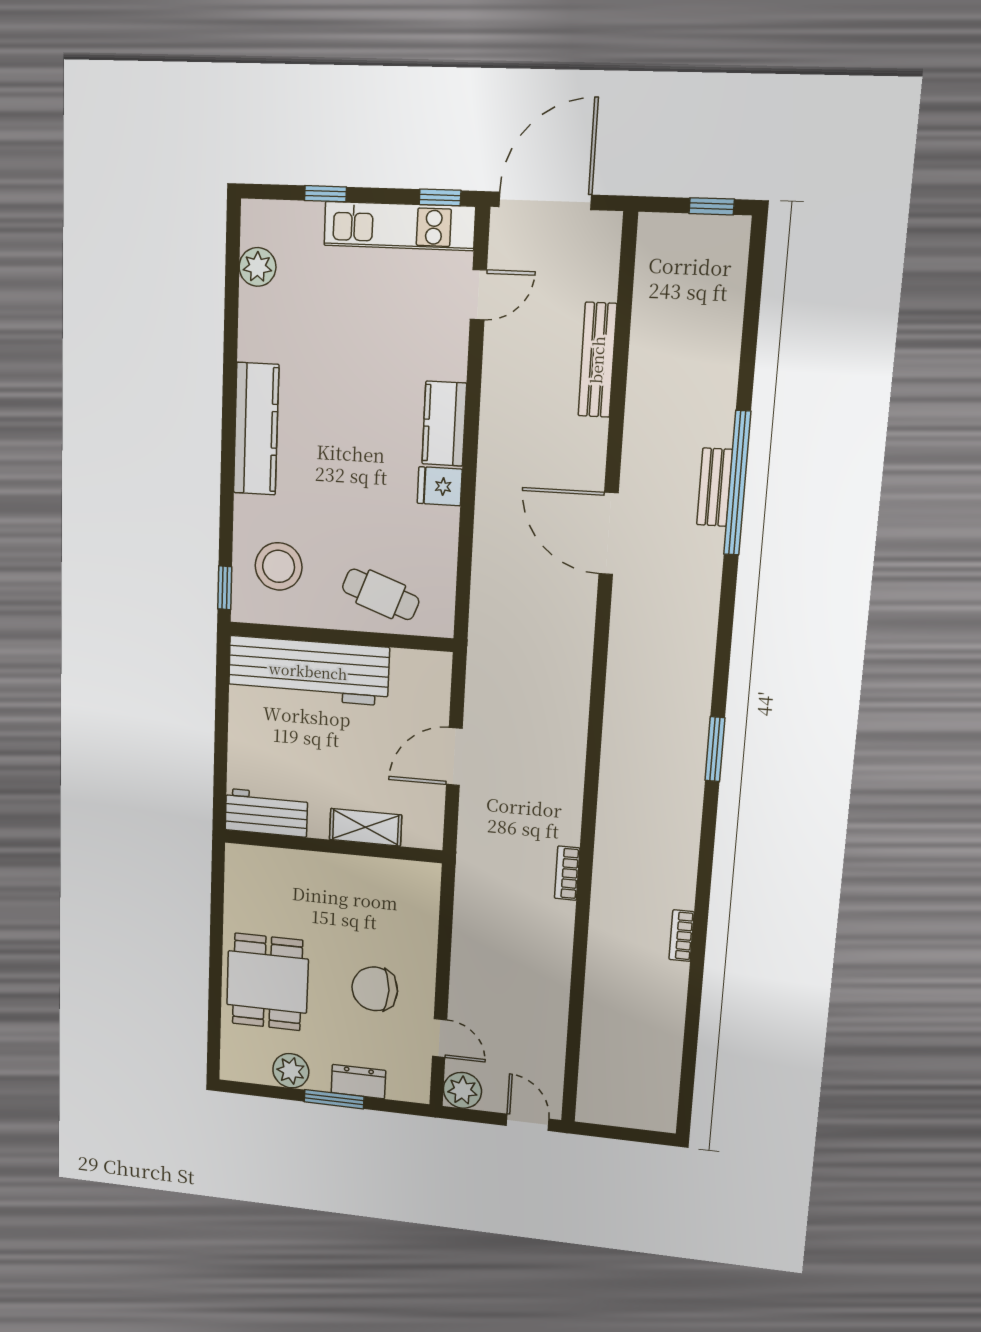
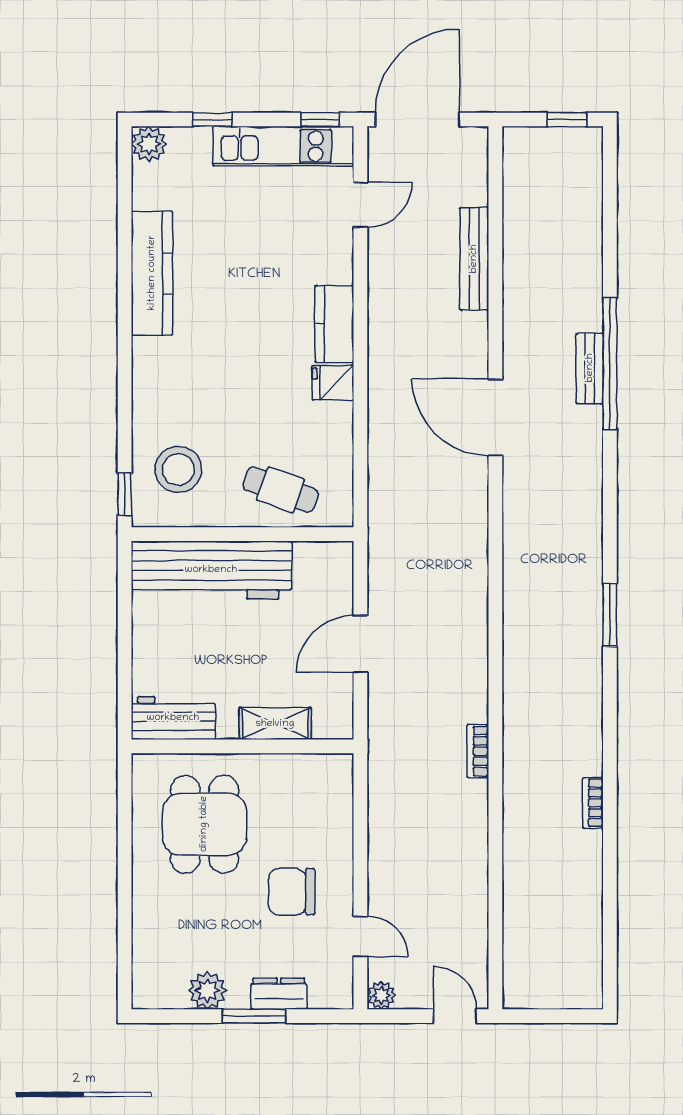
plant: (258, 267) -> (149, 144), moved
kitchen counter: (256, 429) -> (152, 273), moved
dining table: (267, 982) -> (204, 824), moved
plant: (462, 1090) -> (381, 995), width x0.73, depth x0.73

